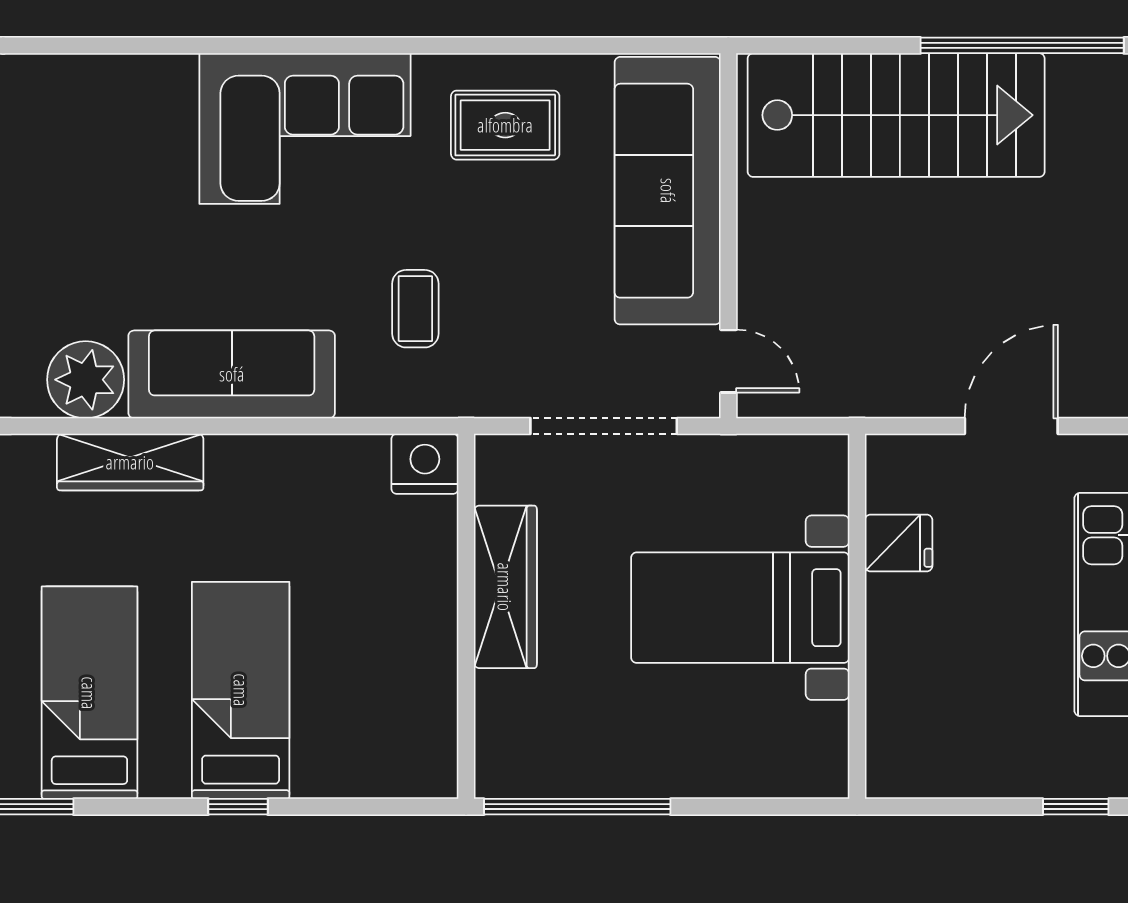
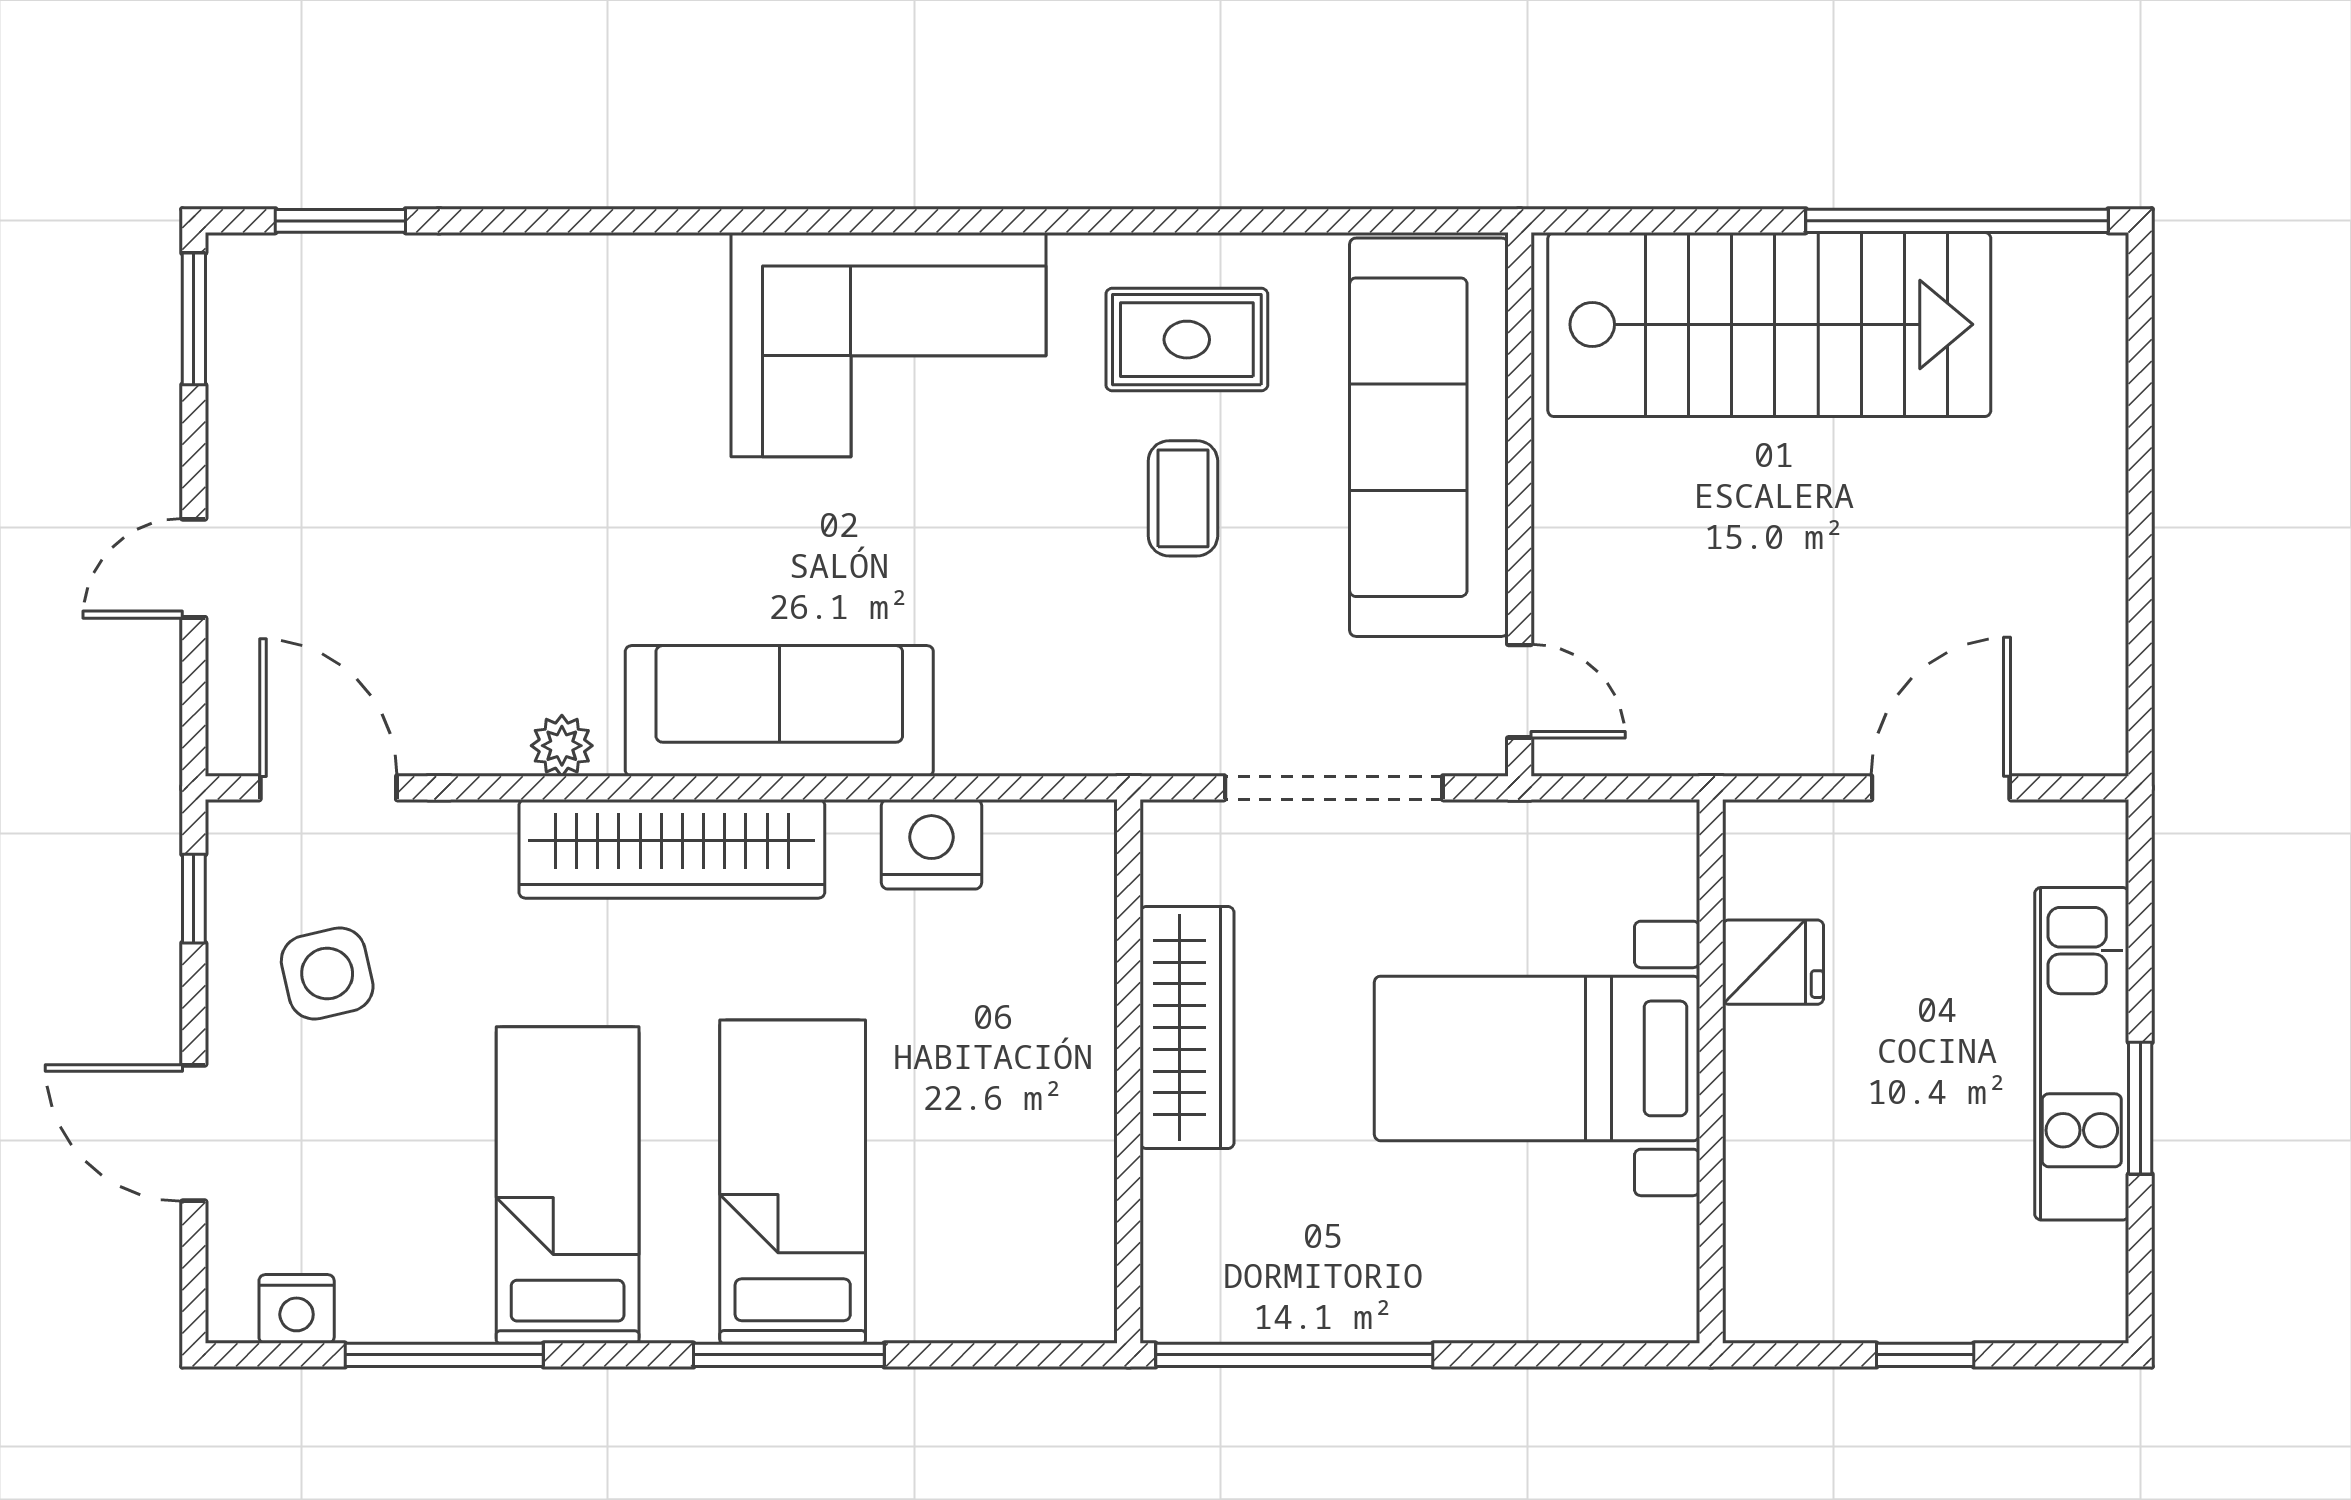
coffee table: (415, 309) -> (1183, 498), moved
plant: (86, 380) -> (562, 746), width x0.53, depth x0.53
wardrobe: (130, 462) -> (672, 849), width x1.40, depth x1.17
nightstand: (425, 464) -> (931, 844), moved
window: (238, 807) -> (789, 1355), width x2.17
window: (1076, 807) -> (1925, 1355), moved

